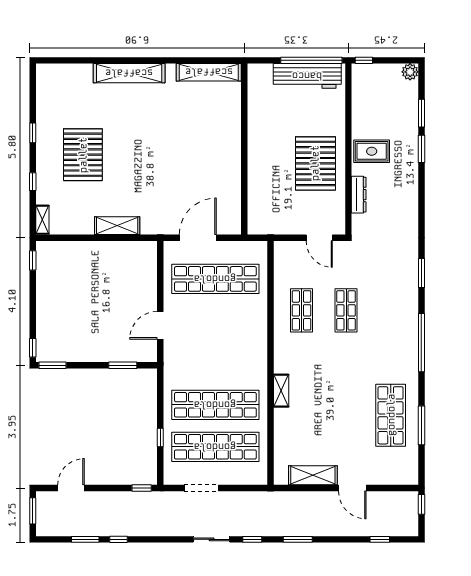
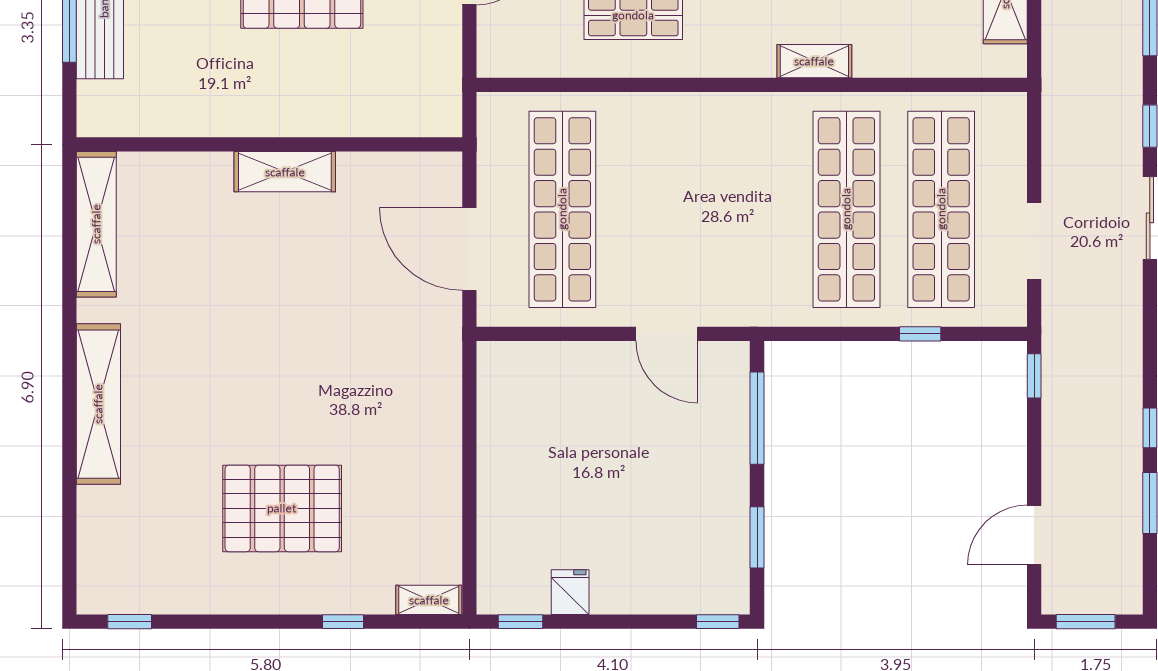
window: (33, 133) -> (130, 622), moved
shelving: (117, 226) -> (285, 172), moved, turned 90
fridge: (46, 282) -> (570, 592), added
window: (52, 365) -> (757, 537), moved
window: (123, 365) -> (757, 418), width x1.44
door: (71, 488) -> (1034, 535), hinge flipped

